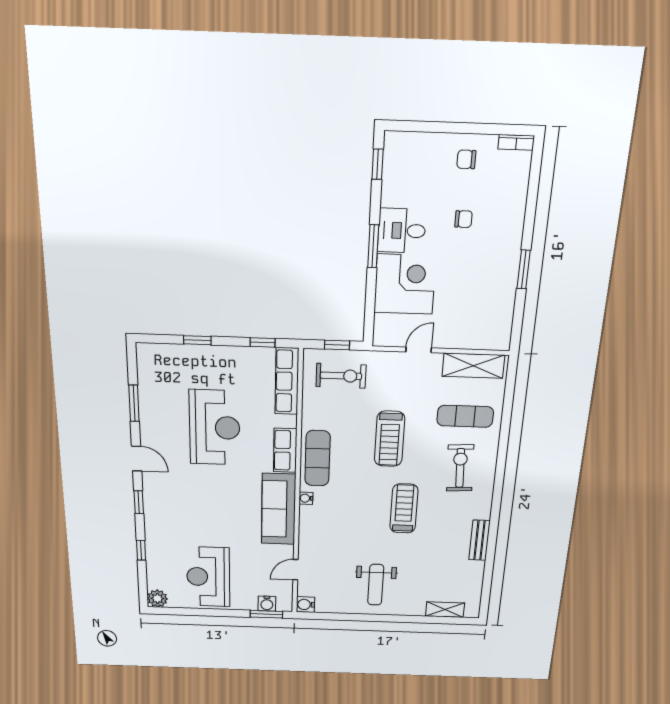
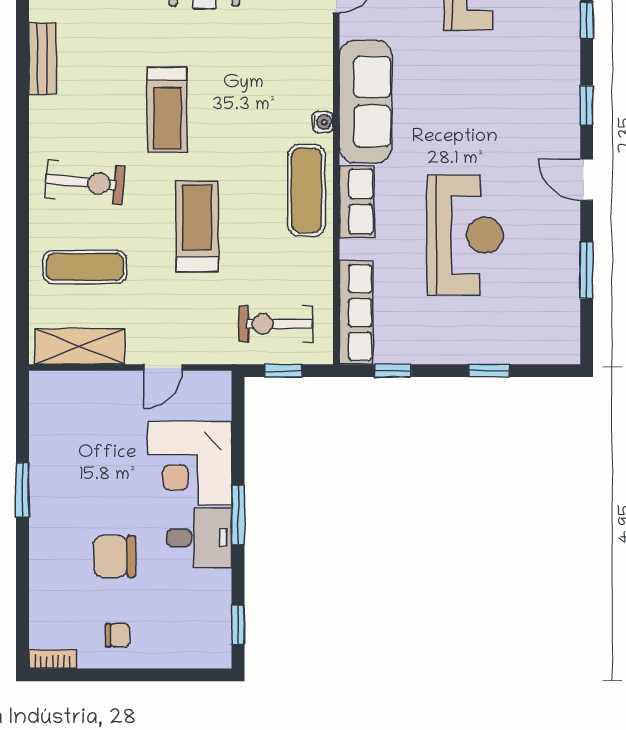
chair: (463, 219) -> (114, 556), width x1.87, depth x1.87
reception desk: (215, 428) -> (465, 235), turned 180
exercise bike: (460, 468) -> (85, 182), turned -82

